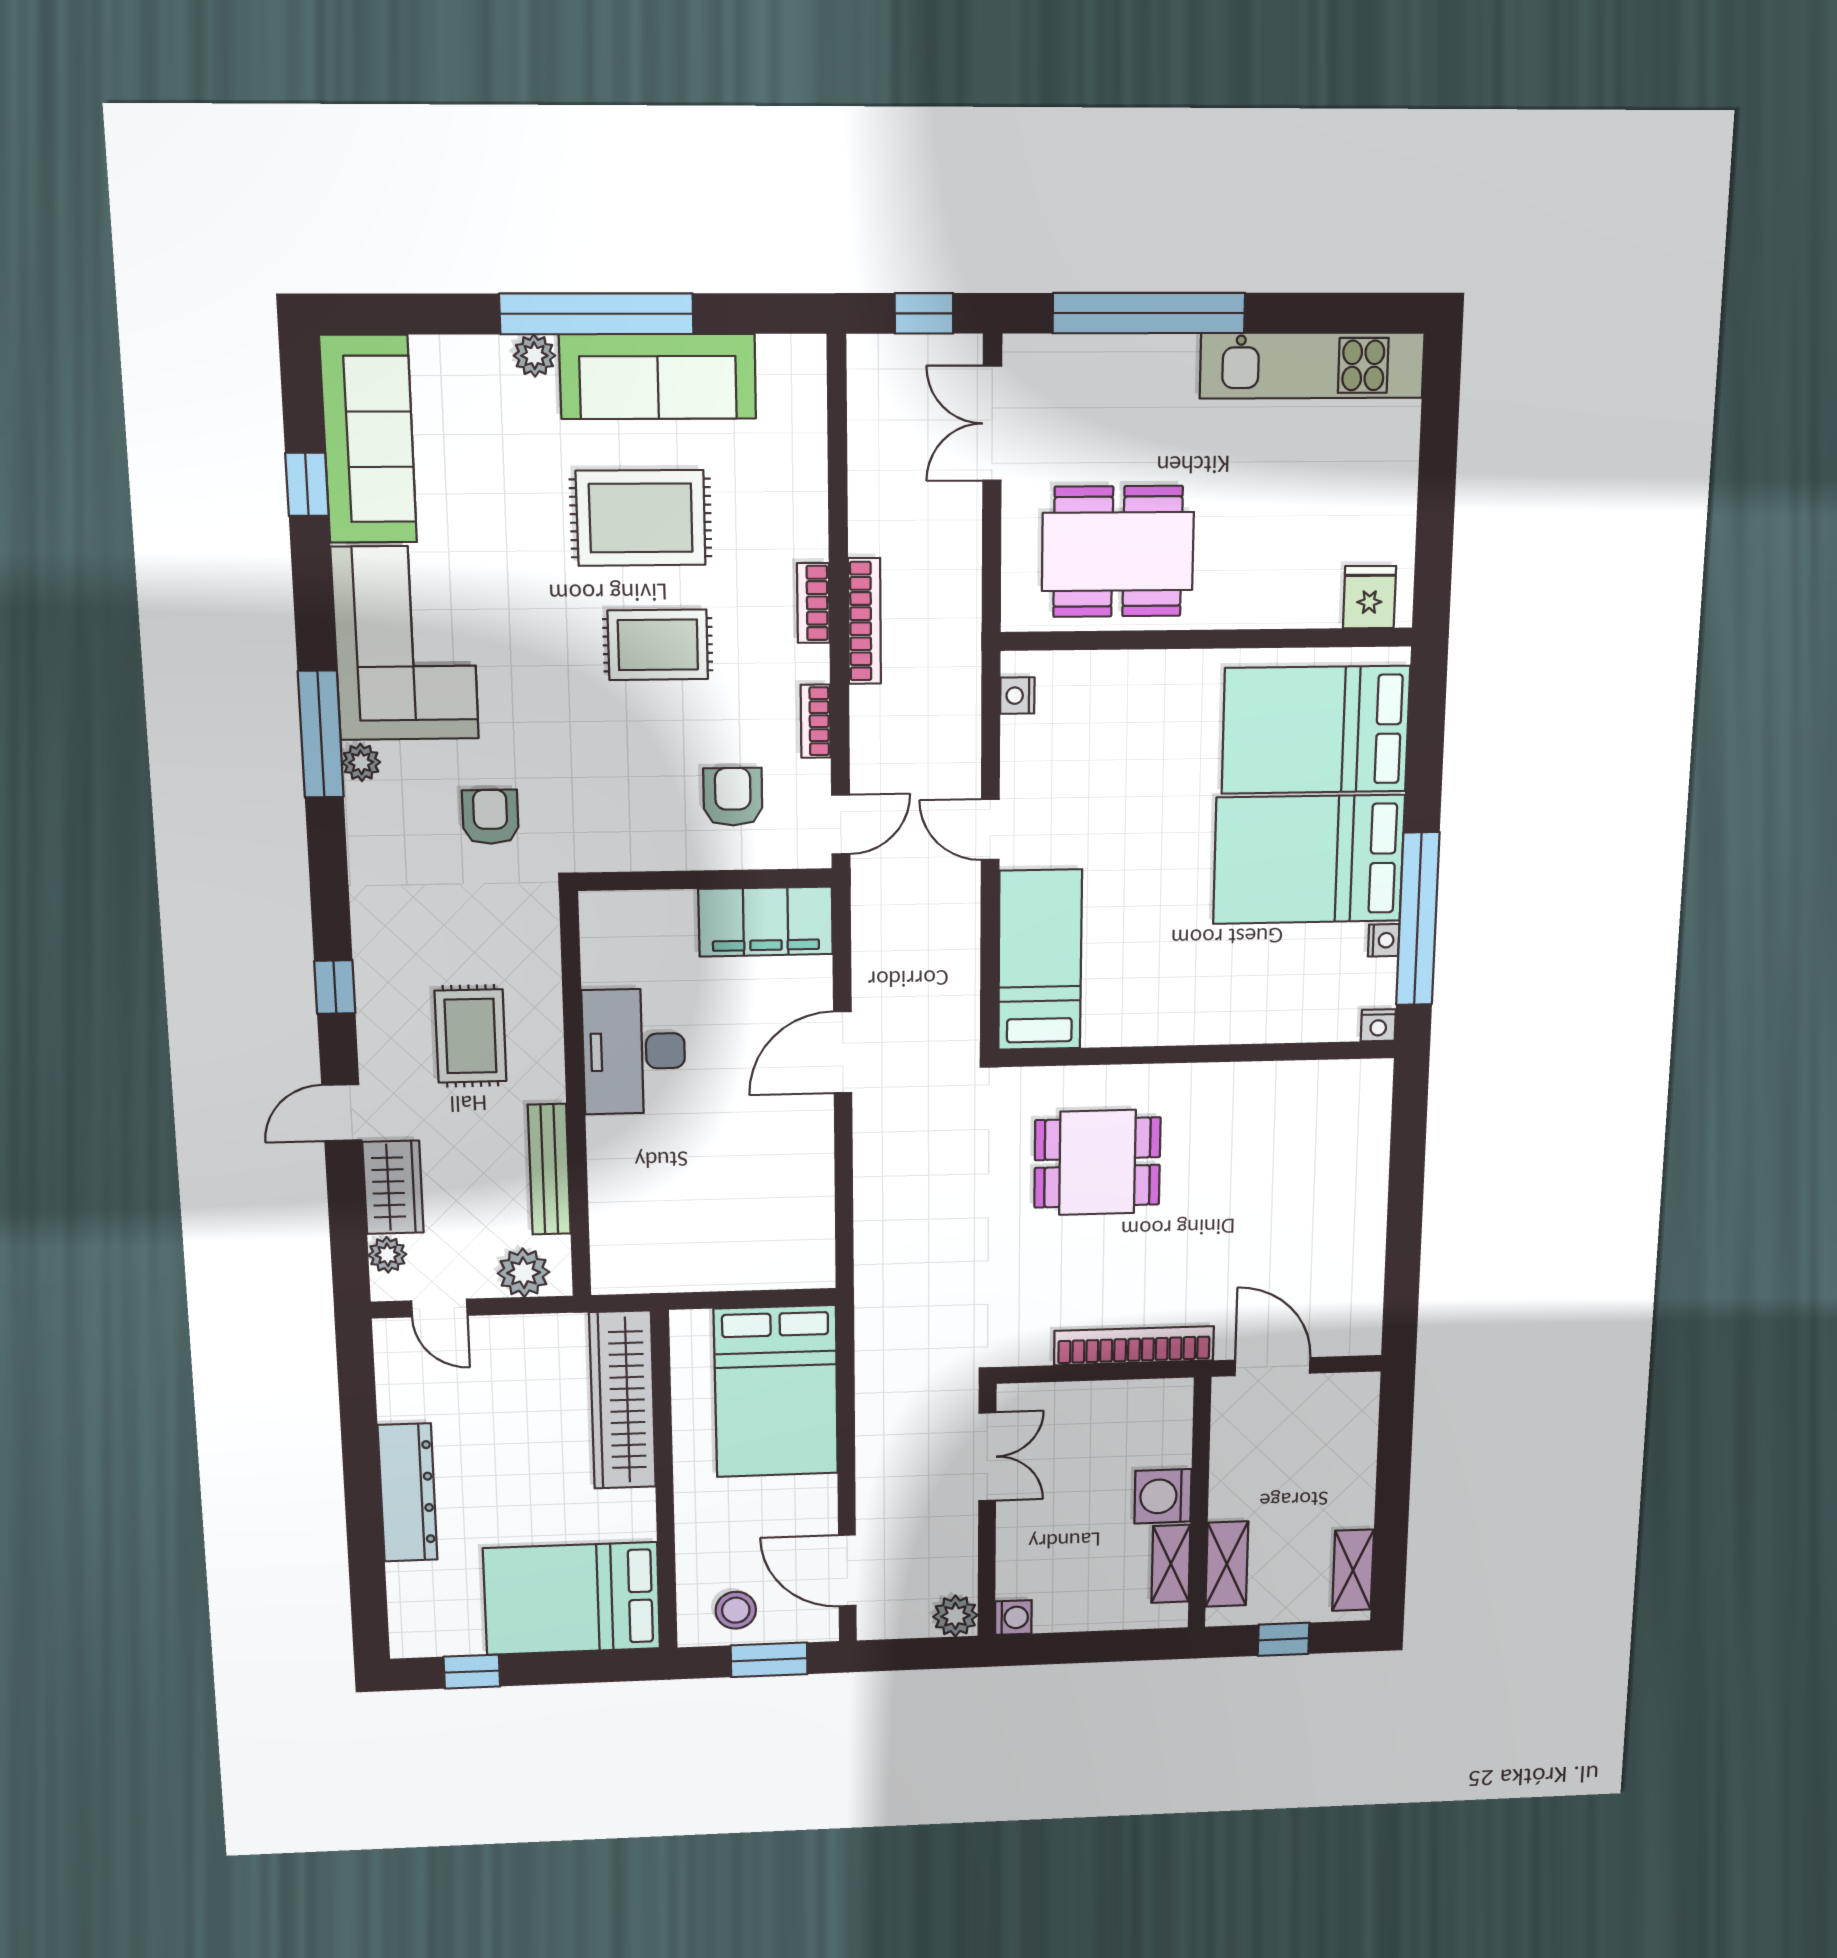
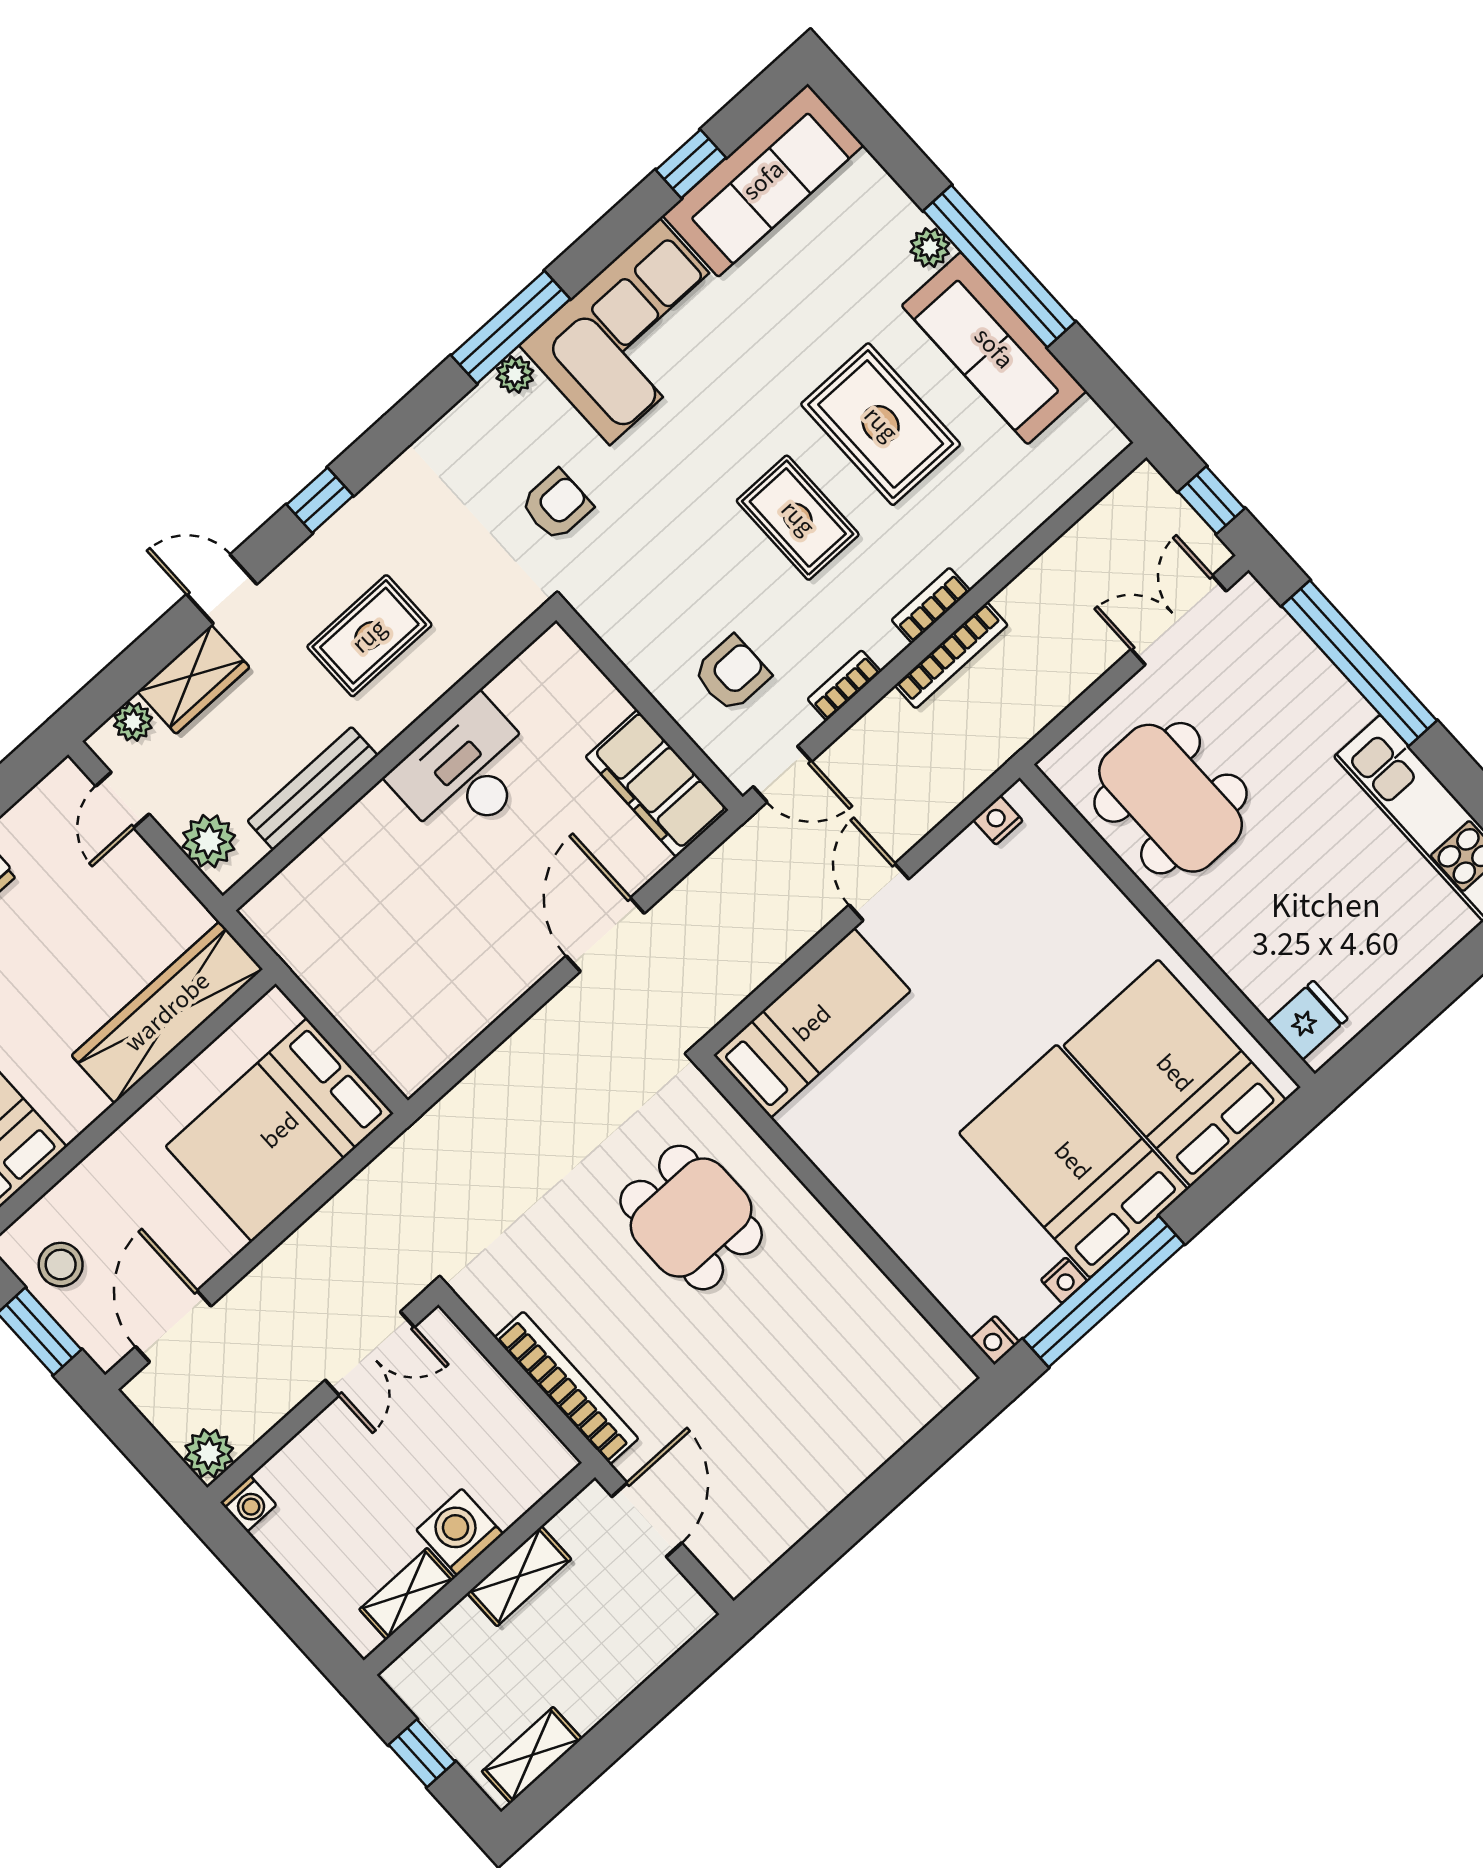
door: (843, 1052) -> (605, 935), hinge flipped
shelving: (1227, 1564) -> (519, 1576), moved

